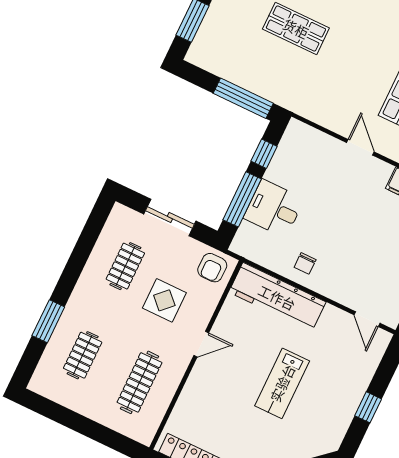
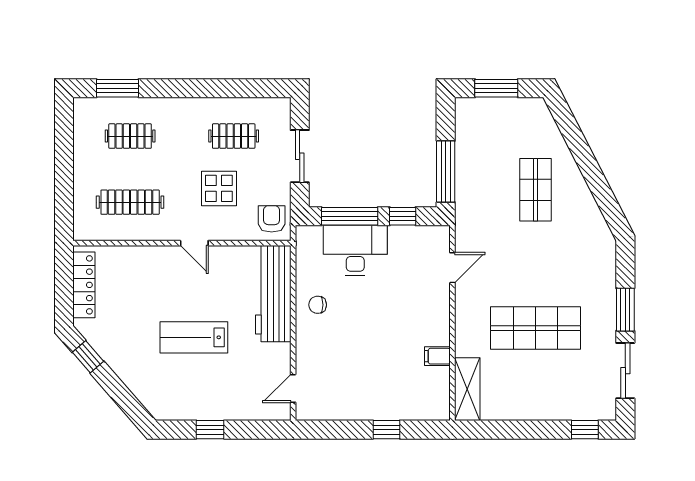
door: (360, 147) -> (452, 268), moved
desk: (274, 209) -> (355, 250), width x1.37
armchair: (212, 268) -> (272, 219), turned 90
window: (48, 321) -> (118, 88), moved

